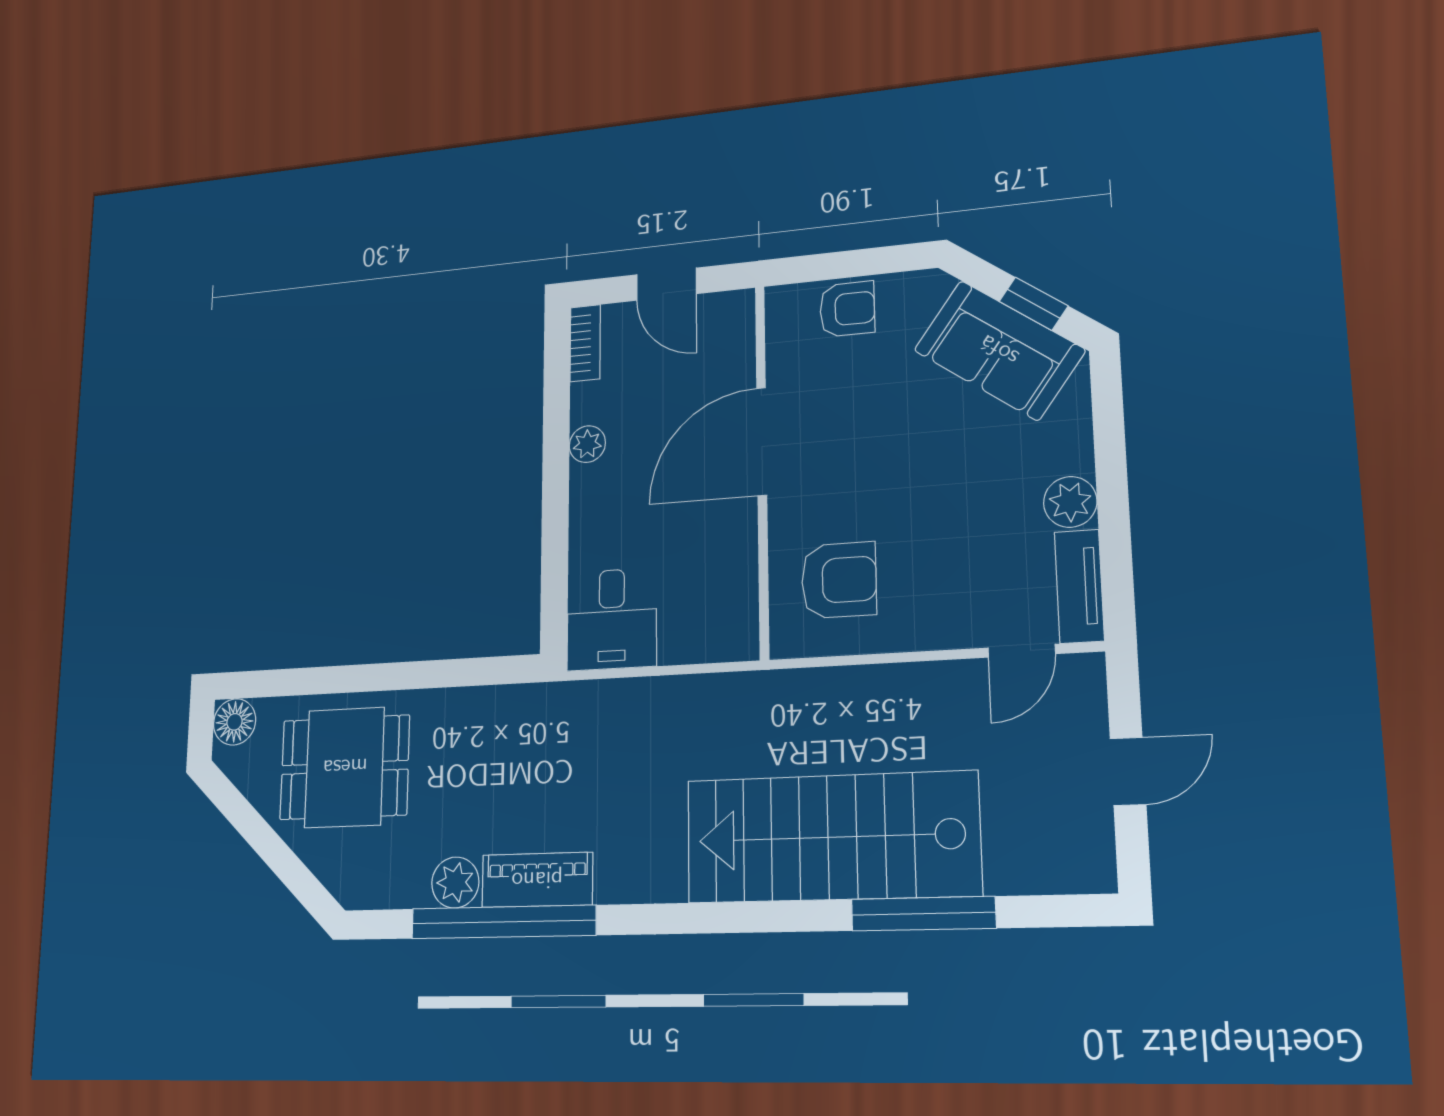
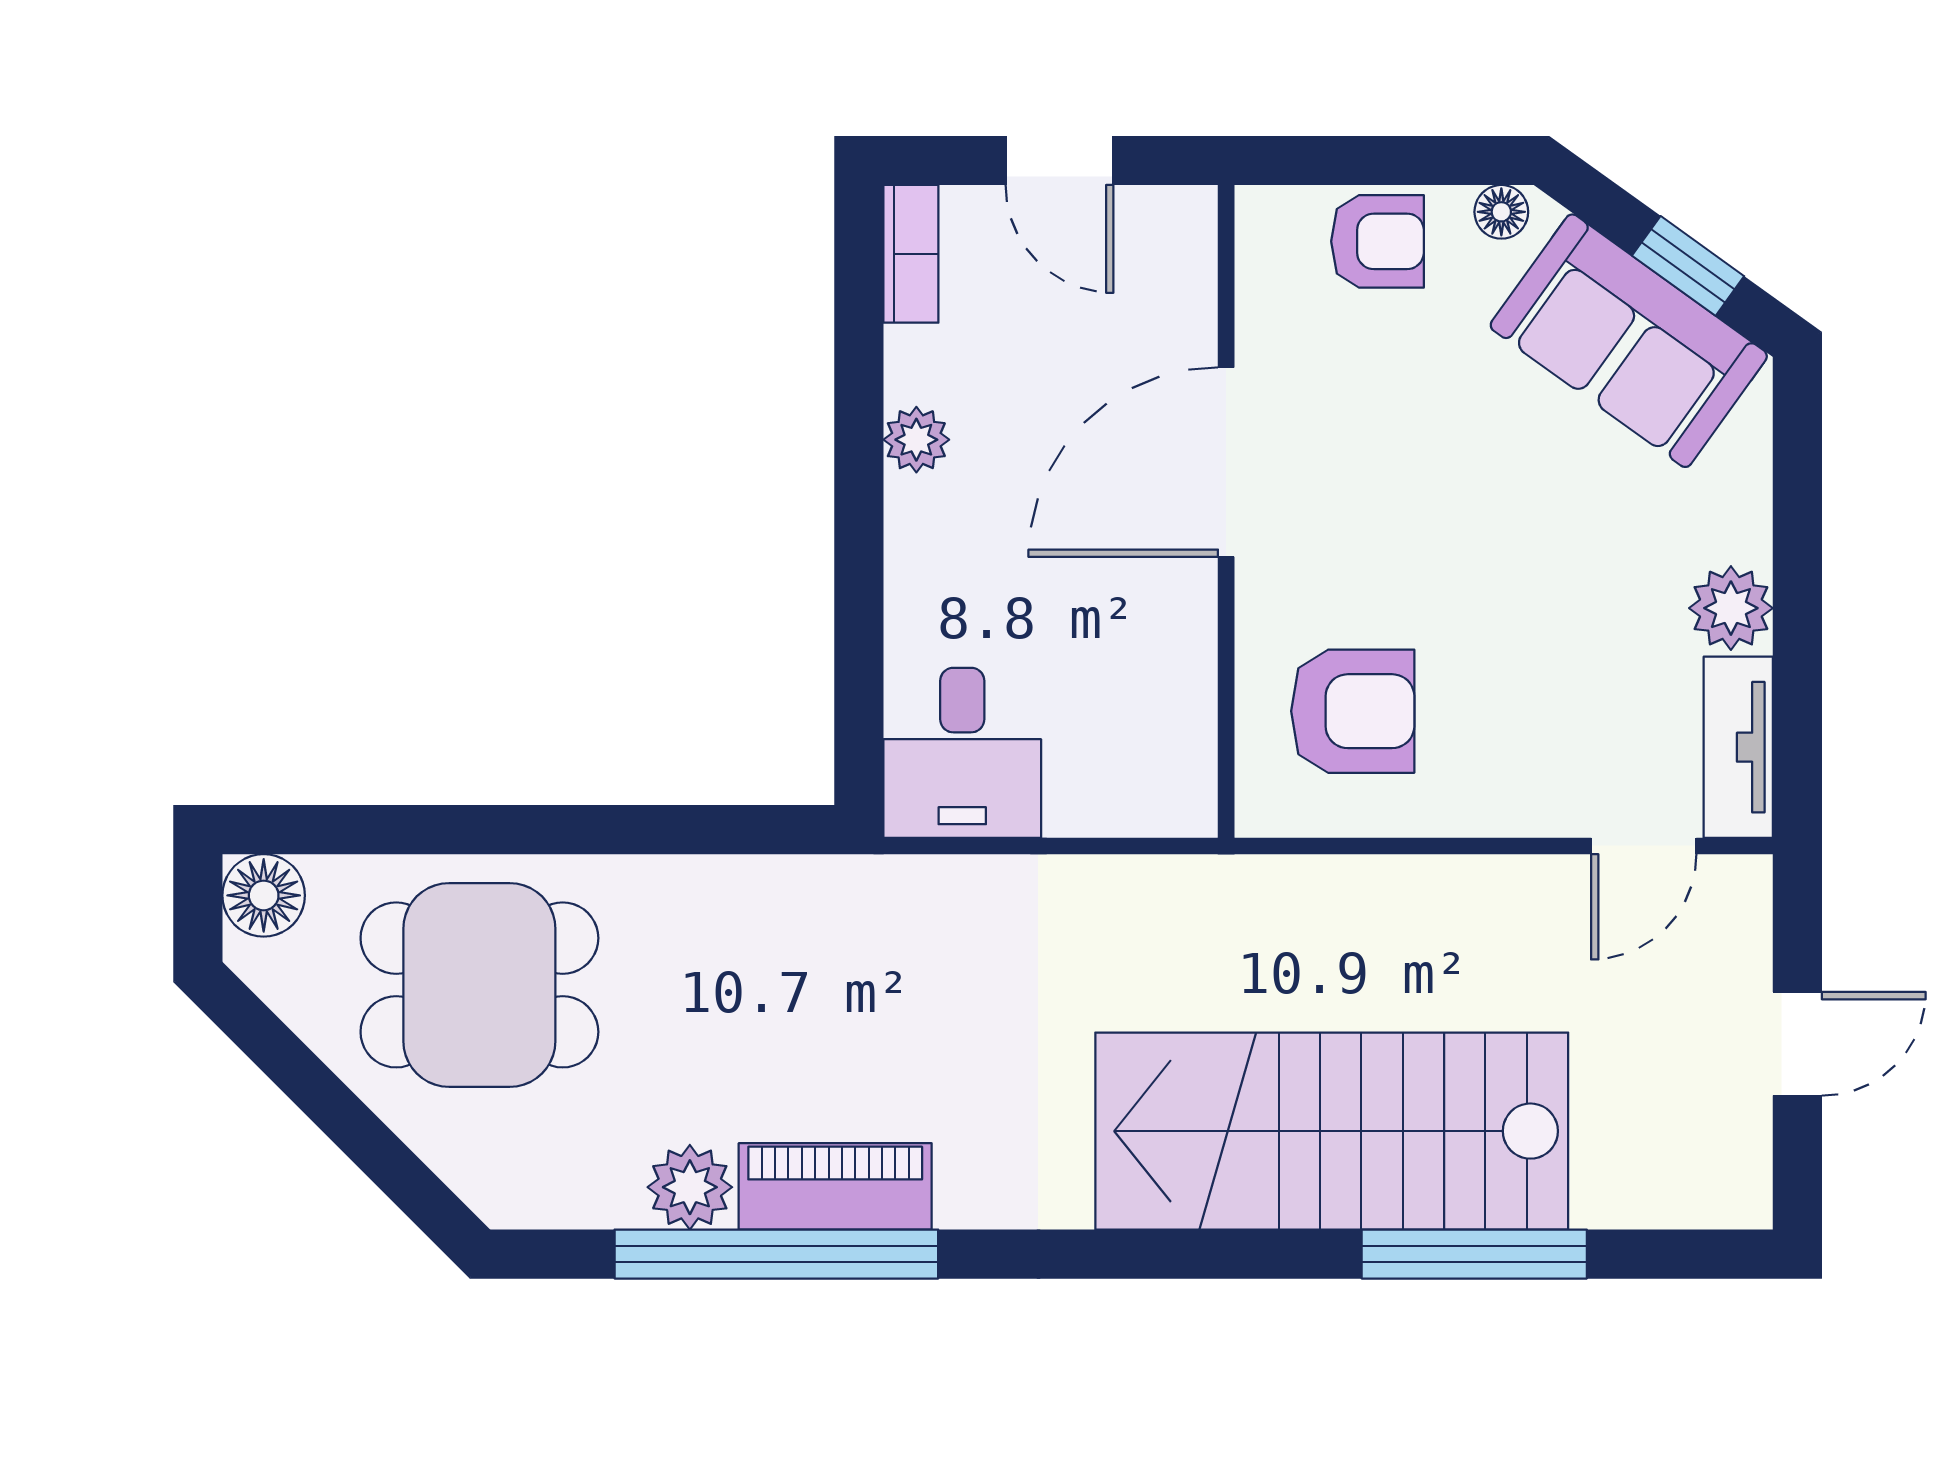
floor lamp: (920, 285) -> (1501, 212), added

